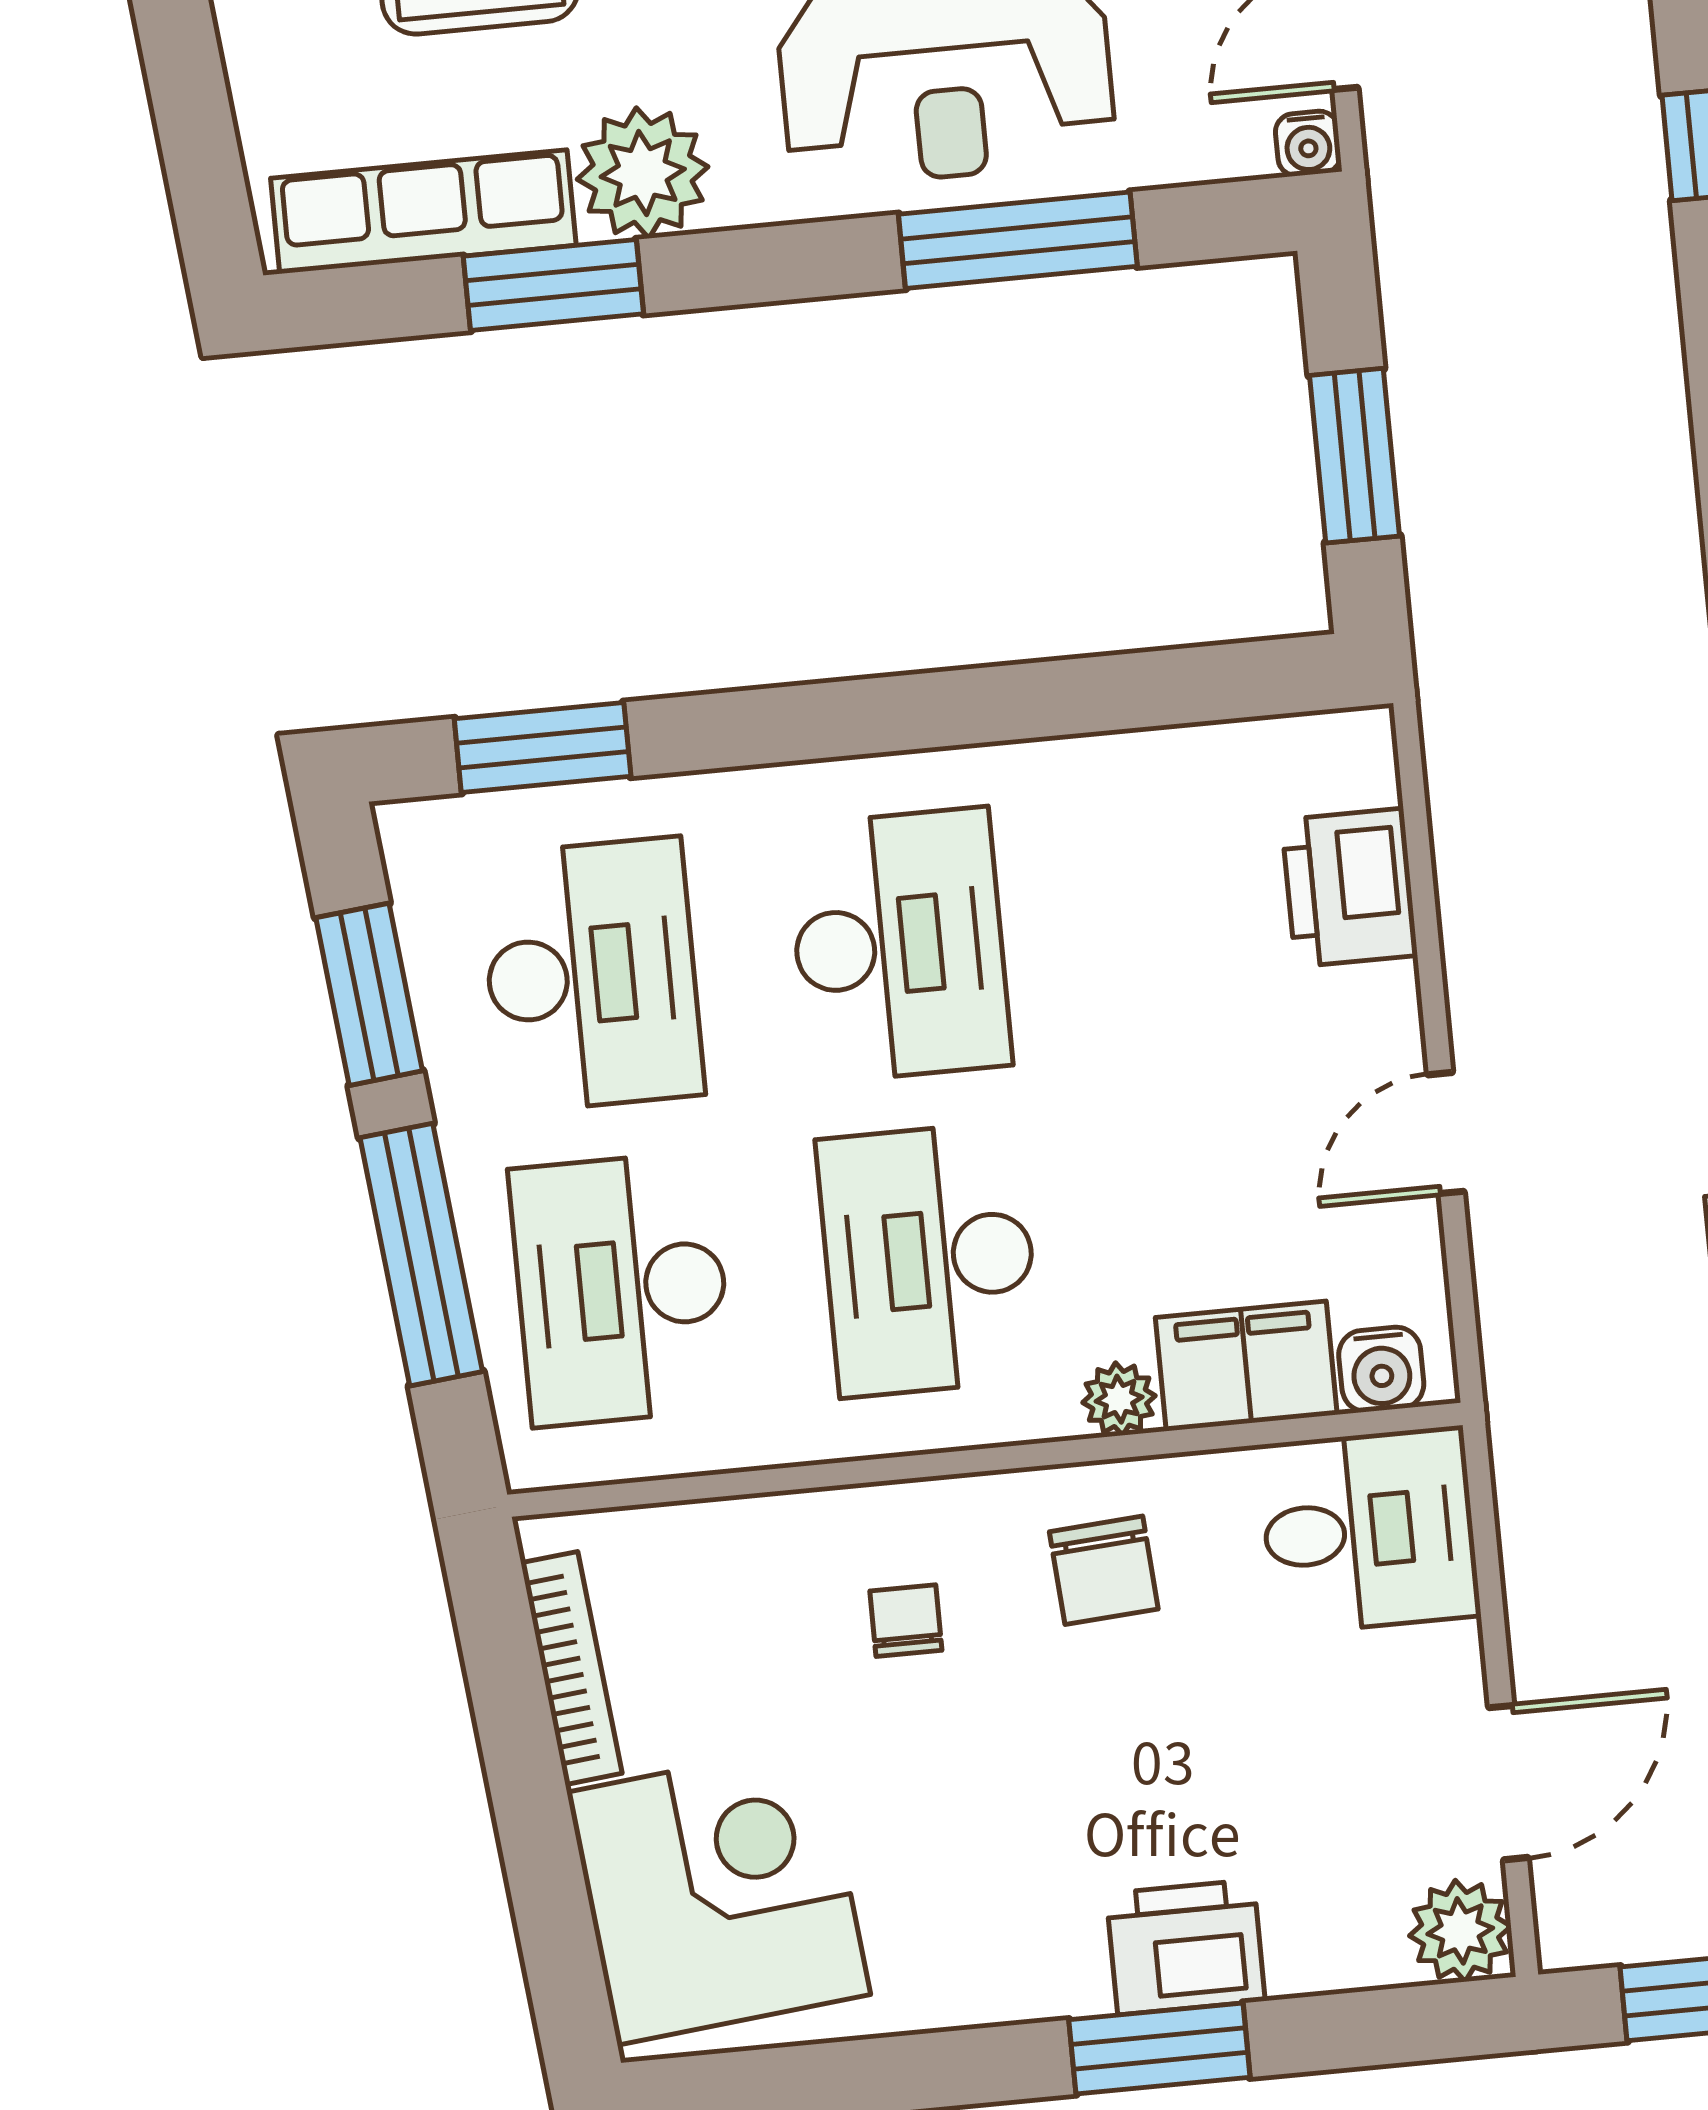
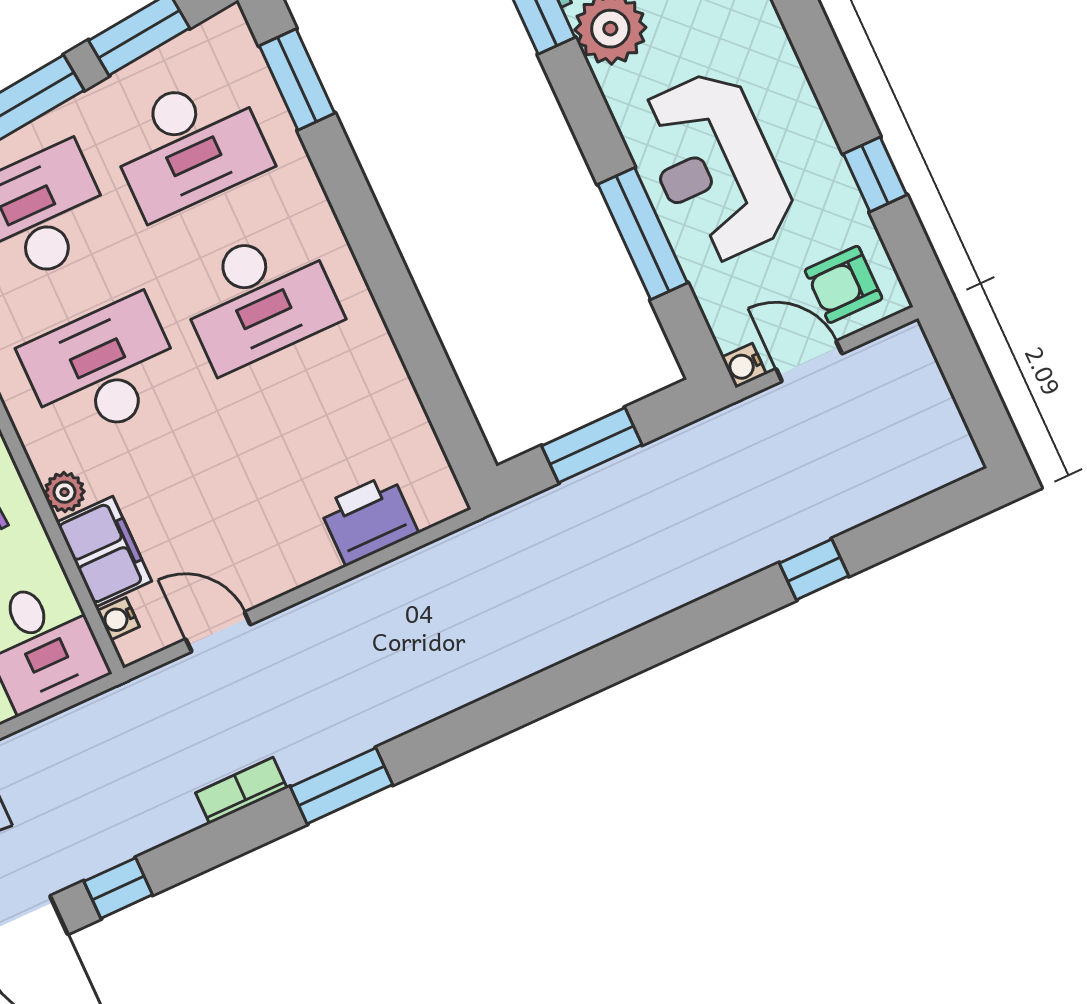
door: (1446, 1133) -> (218, 632), moved
water cooler: (1381, 1369) -> (118, 619), width x0.72, depth x0.72

